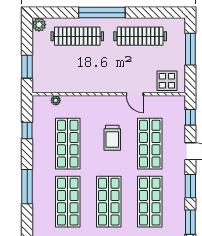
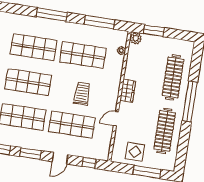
plant: (39, 25) -> (136, 38), moved
display table: (167, 81) -> (135, 152), moved
wardrobe: (101, 86) -> (128, 91), added
window: (27, 130) -> (99, 22), width x2.17
trolley: (112, 138) -> (82, 94), turned 90

